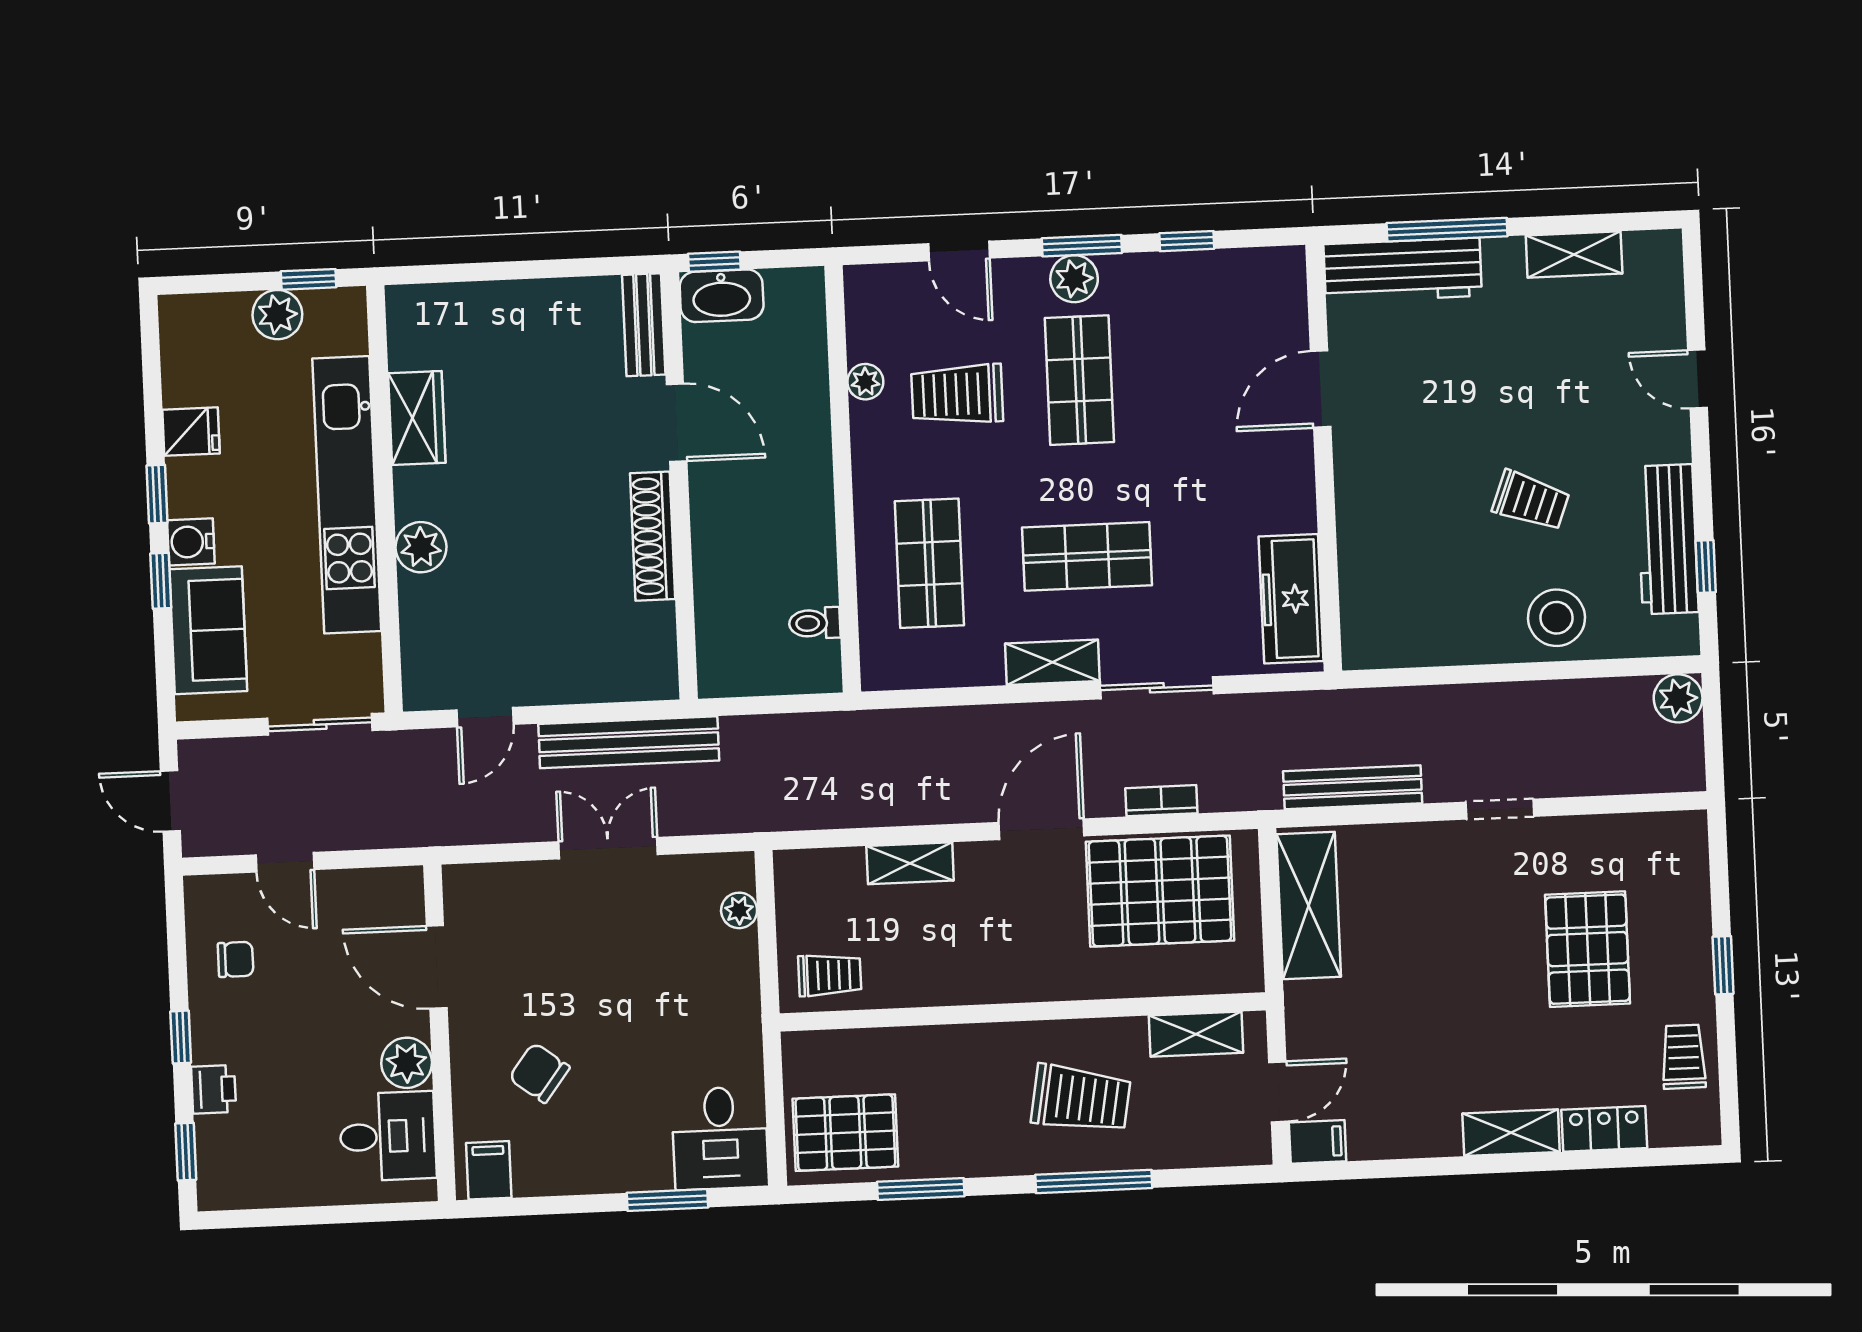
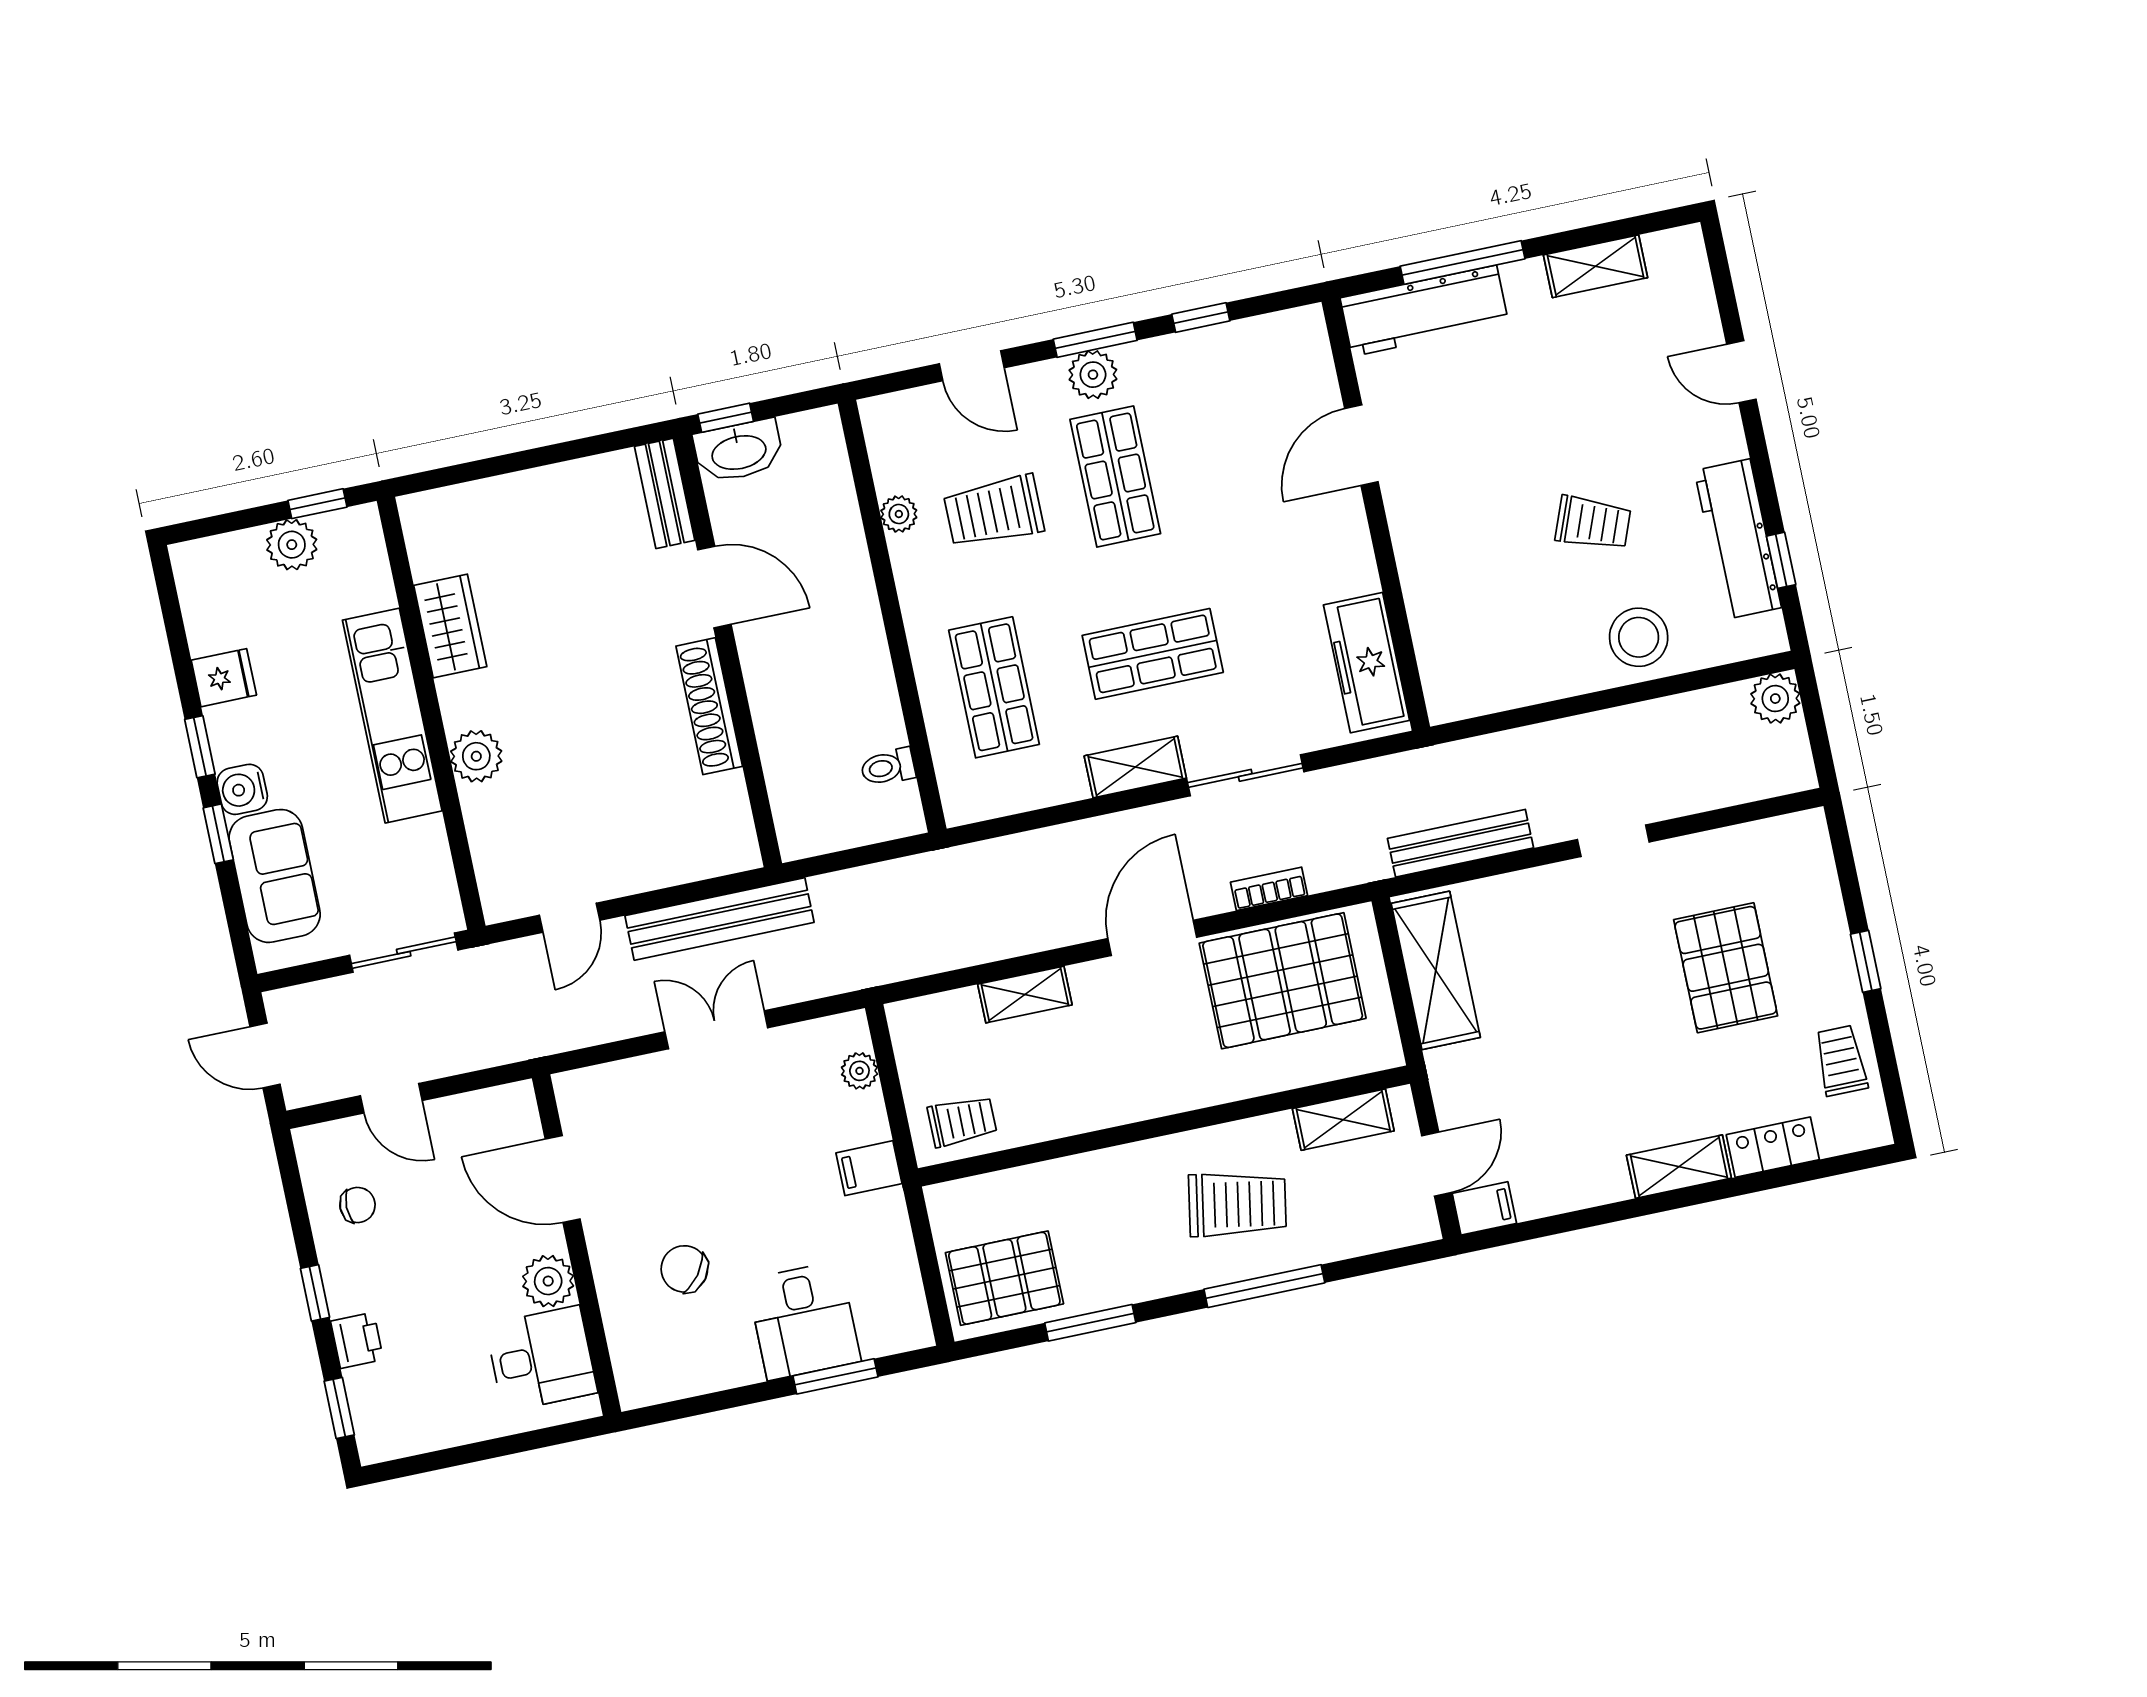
kitchen unit: (347, 495) -> (392, 716), width x0.73
desk: (720, 1138) -> (804, 1321), moved
filing cabinet: (489, 1170) -> (869, 1168), moved, turned -90

